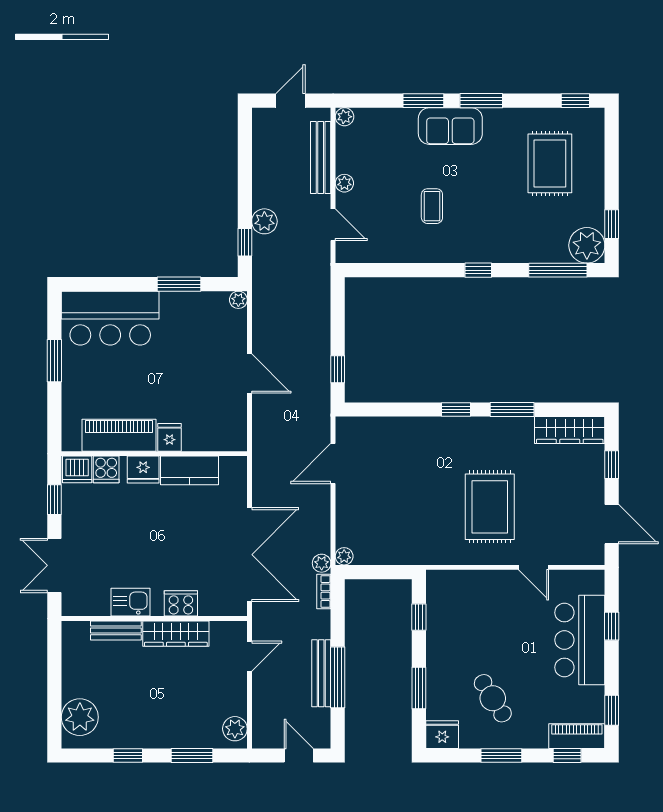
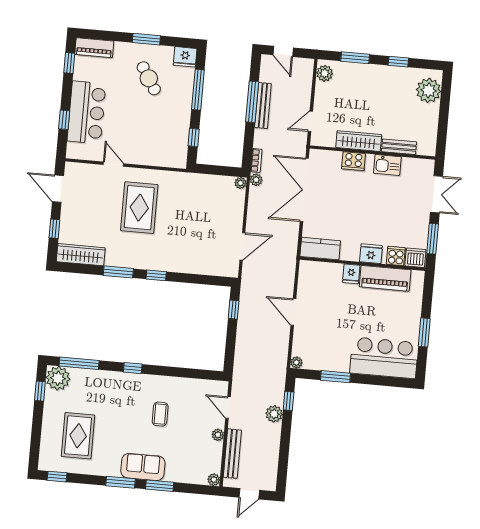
kitchen counter: (189, 470) -> (320, 249), moved
window: (54, 500) -> (433, 239), width x1.50
window: (419, 688) -> (198, 90), width x1.44
window: (567, 756) -> (102, 35), removed

